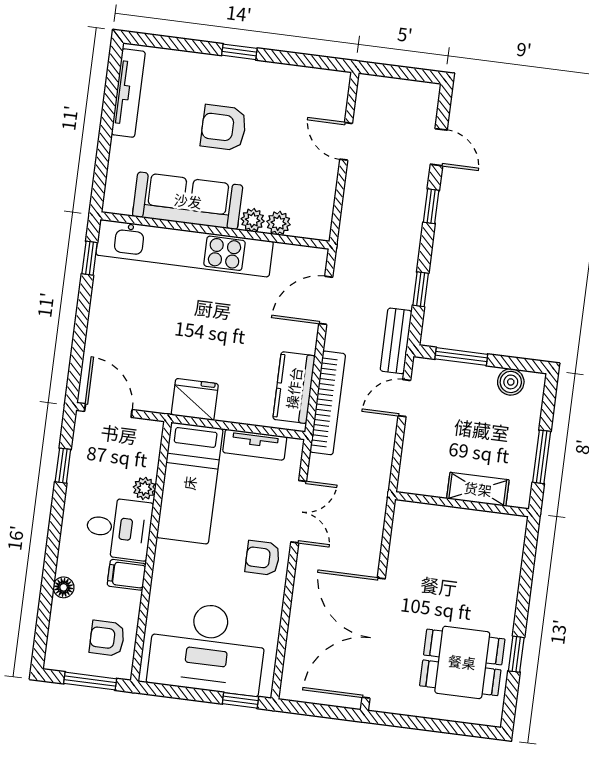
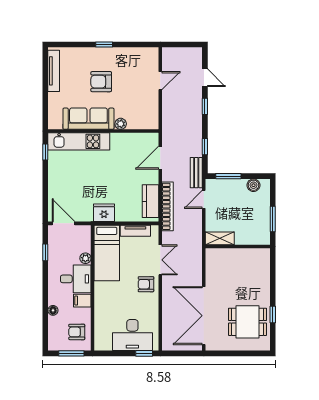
door: (346, 141) -> (160, 81), swing flipped
plant: (279, 223) -> (133, 124), removed
kitchen unit: (185, 248) -> (79, 141), width x0.73
shelving: (478, 489) -> (220, 238), moved
desk: (207, 648) -> (132, 335), width x0.73, depth x0.77

